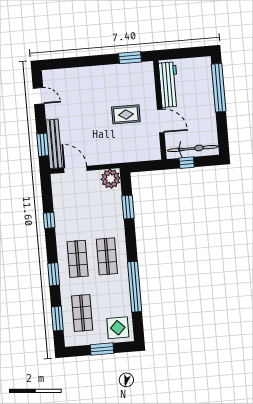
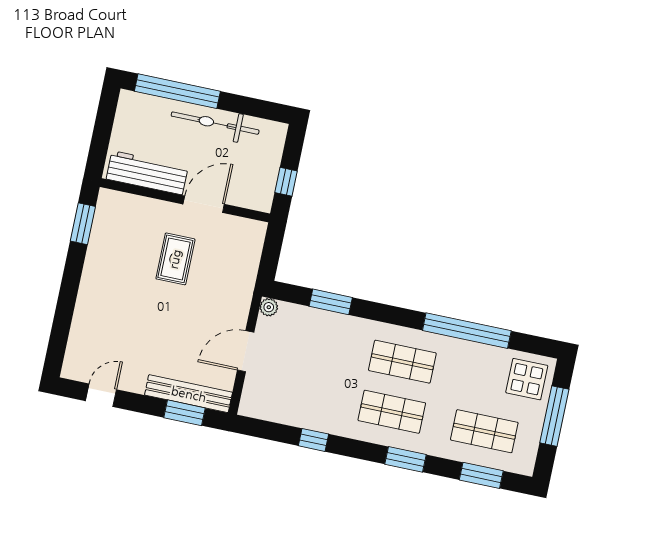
bicycle: (193, 149) -> (215, 123), moved, turned -90
door: (75, 169) -> (246, 351), moved
plant: (111, 179) -> (269, 307), width x0.53, depth x0.53
window: (102, 349) -> (554, 416), width x1.44

